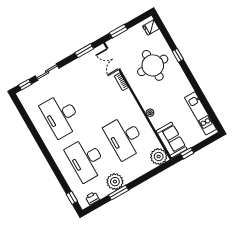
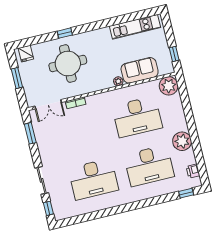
window: (118, 31) -> (17, 78), moved
sofa: (171, 140) -> (140, 70), moved
window: (118, 193) -> (195, 141), removed

